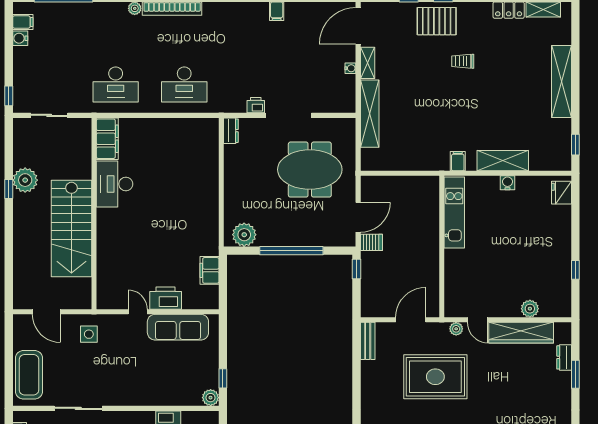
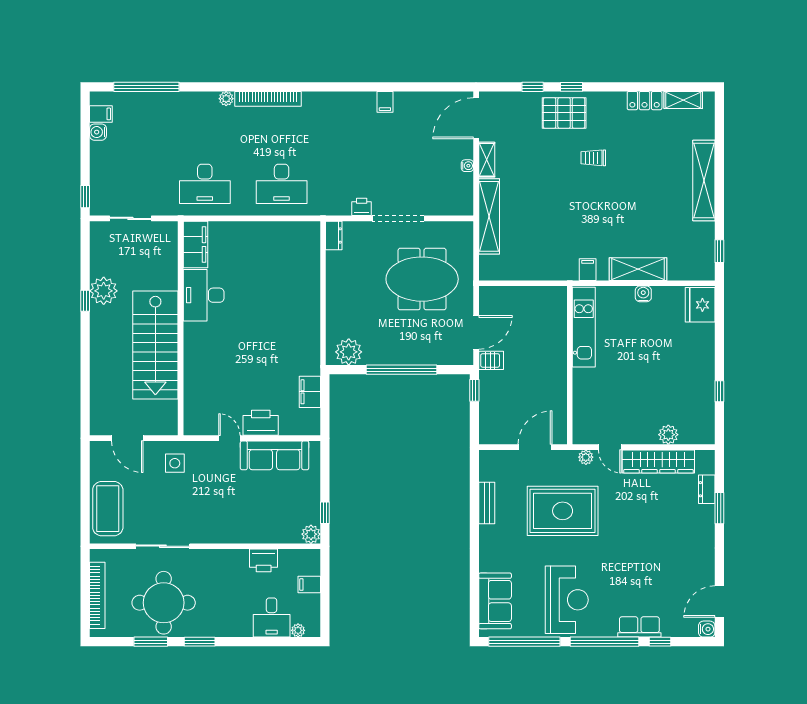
fridge: (562, 193) -> (700, 305), width x1.36, depth x1.34
bench: (368, 341) -> (487, 503), moved

